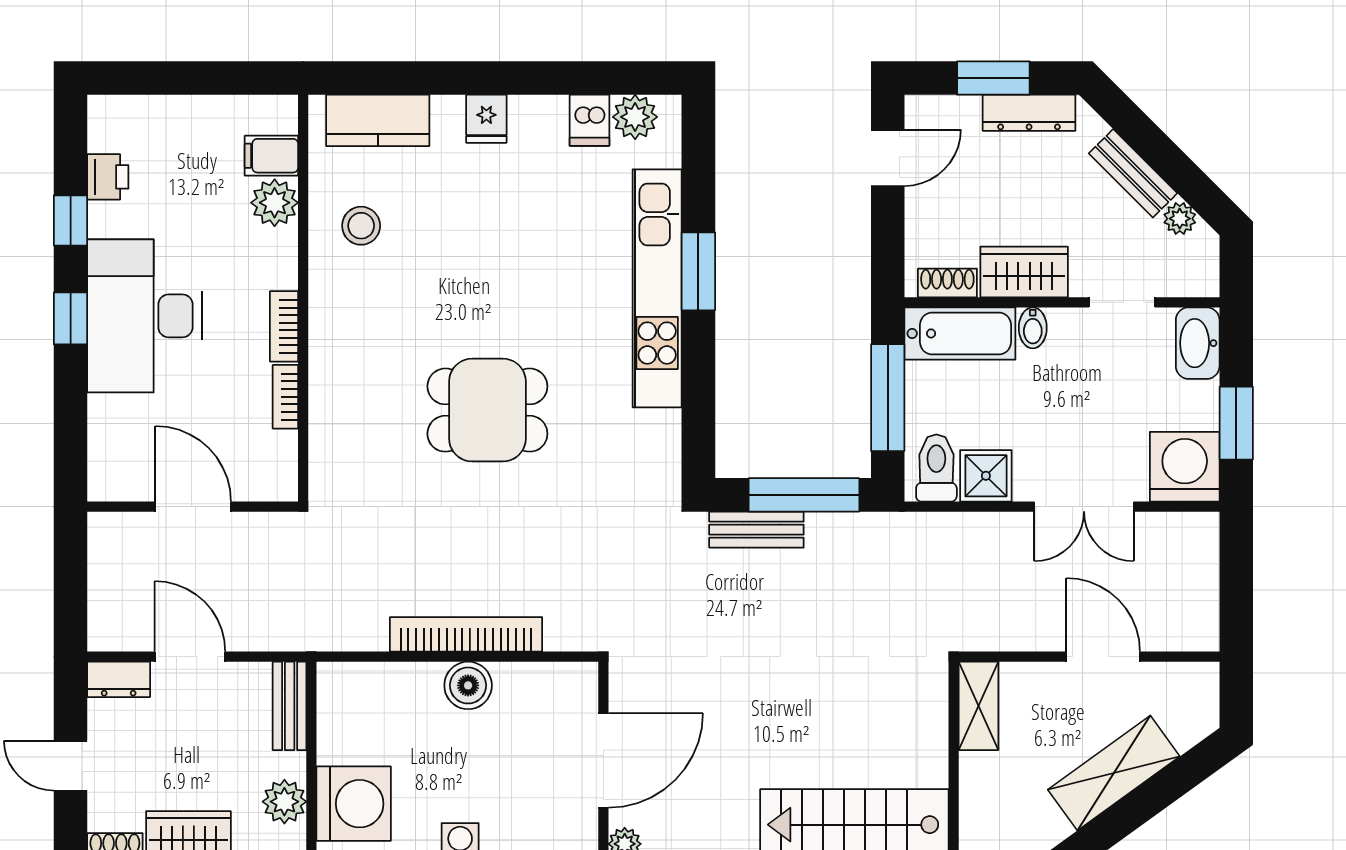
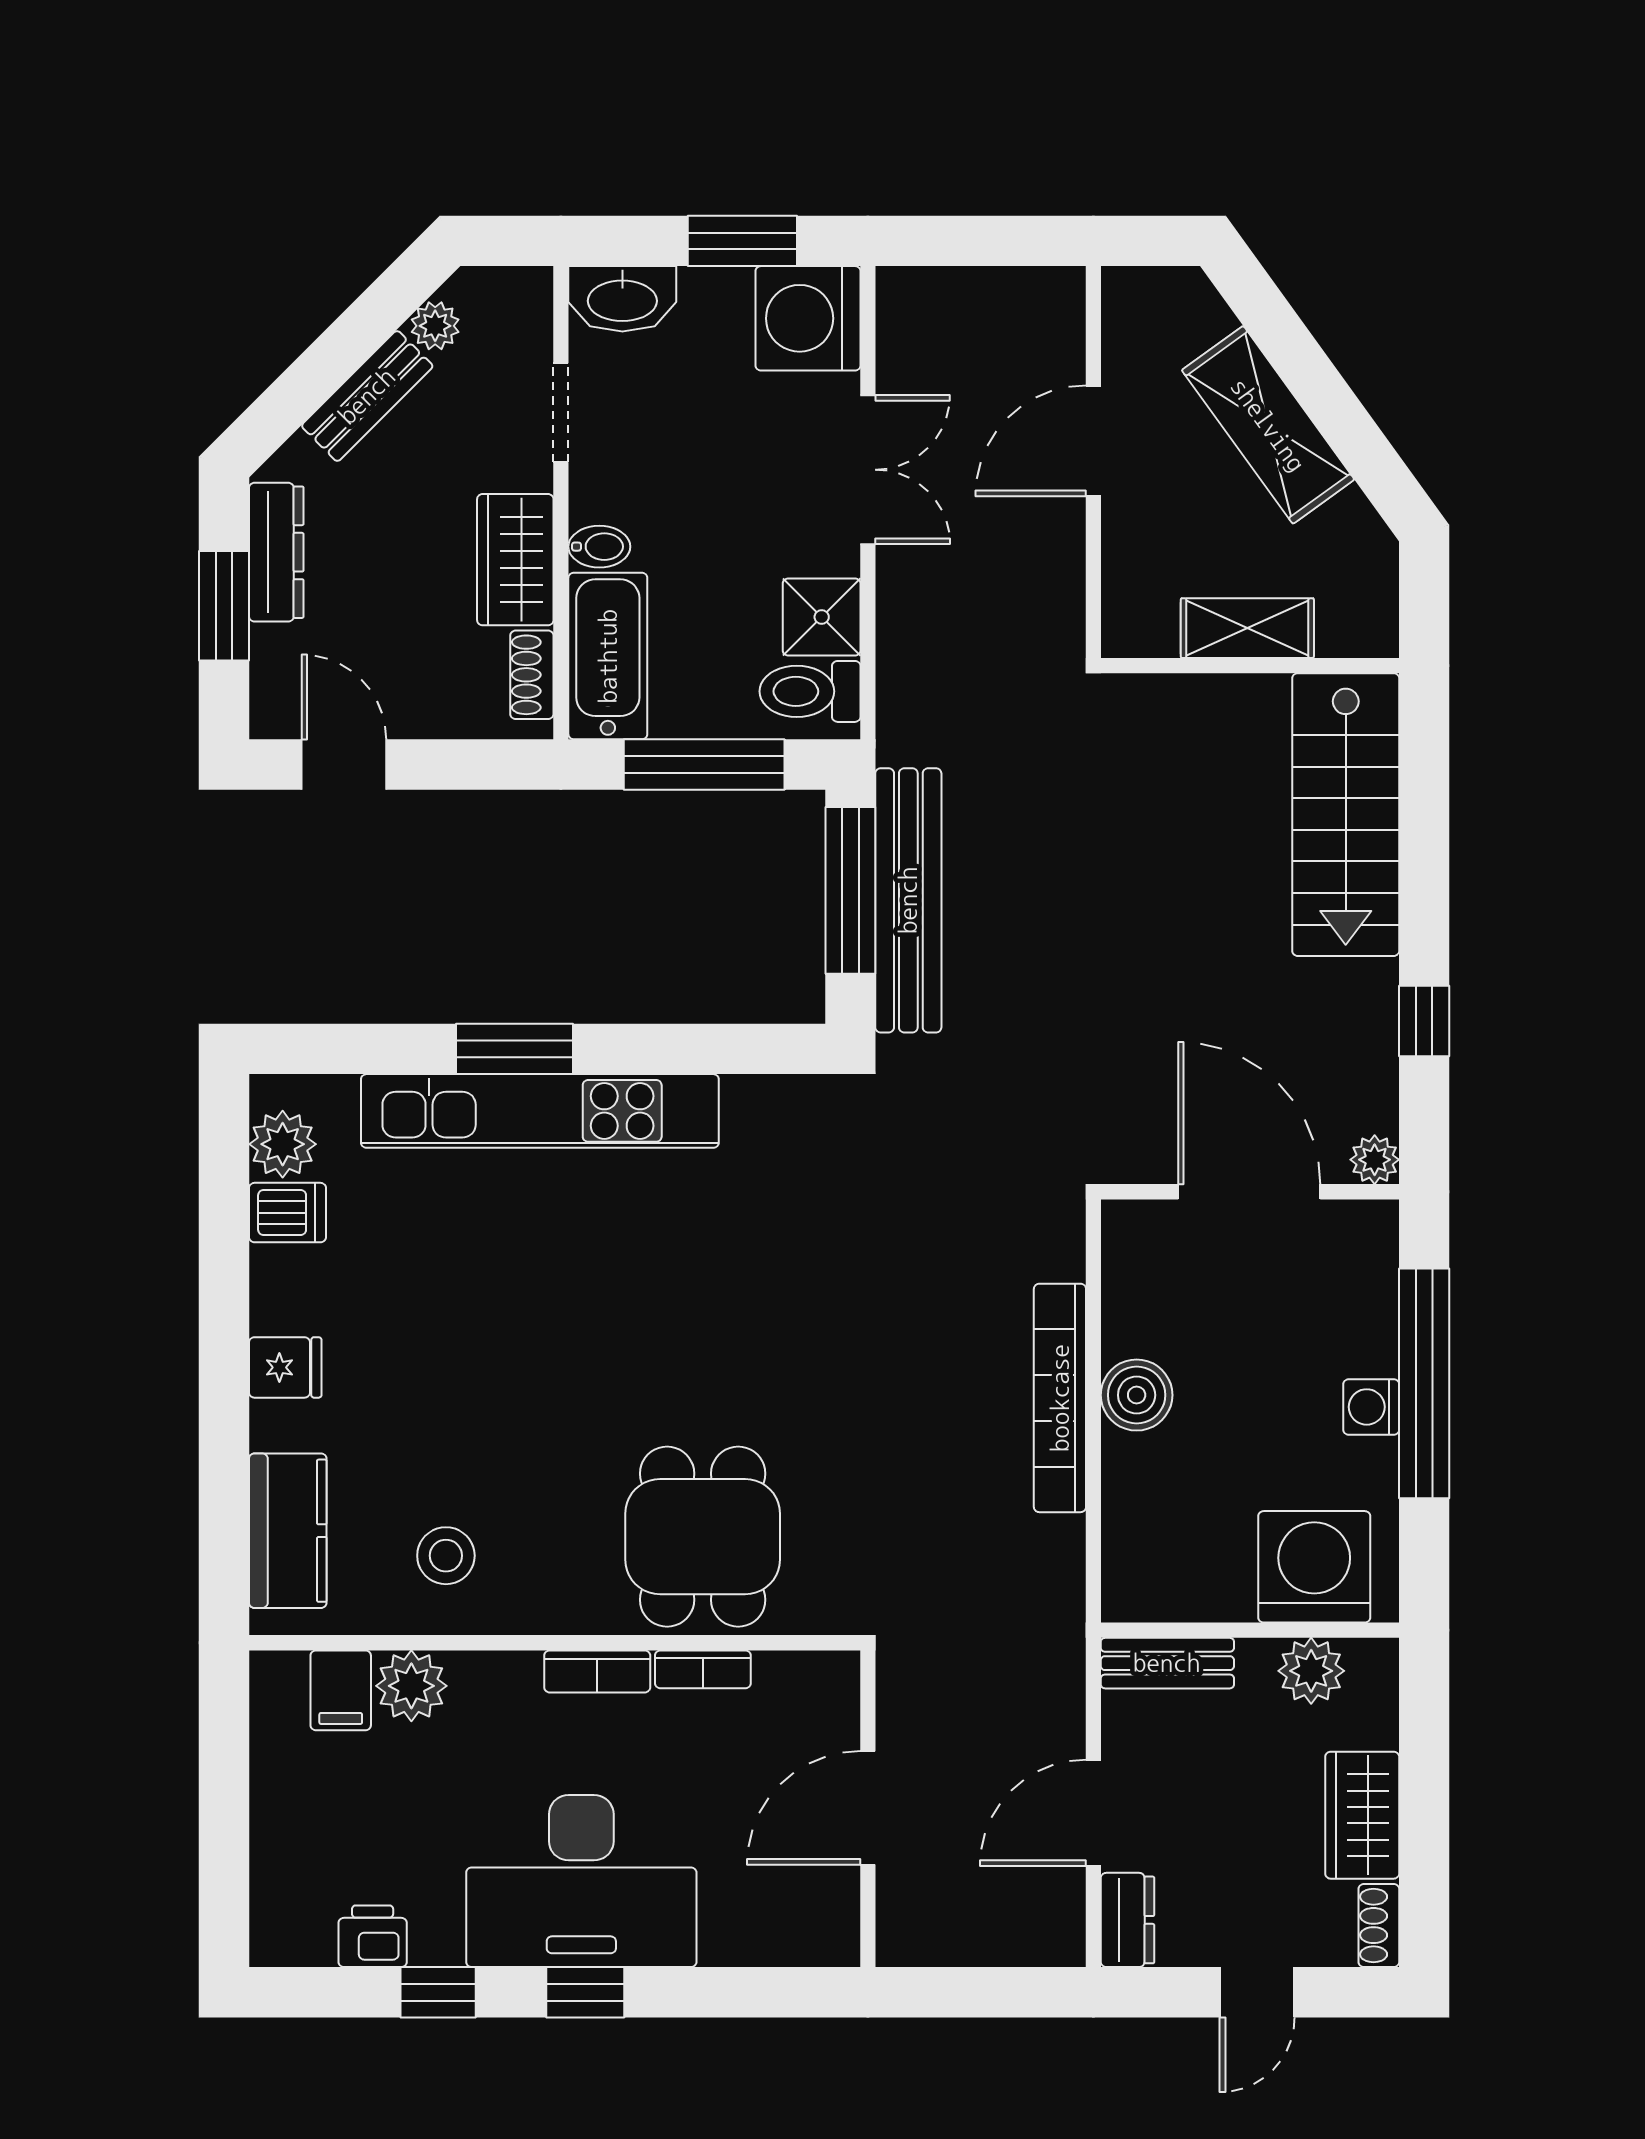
dining table: (487, 410) -> (703, 1537), moved
bench: (756, 530) -> (908, 900), width x1.86, depth x1.21
shelving: (978, 706) -> (1247, 628), moved

